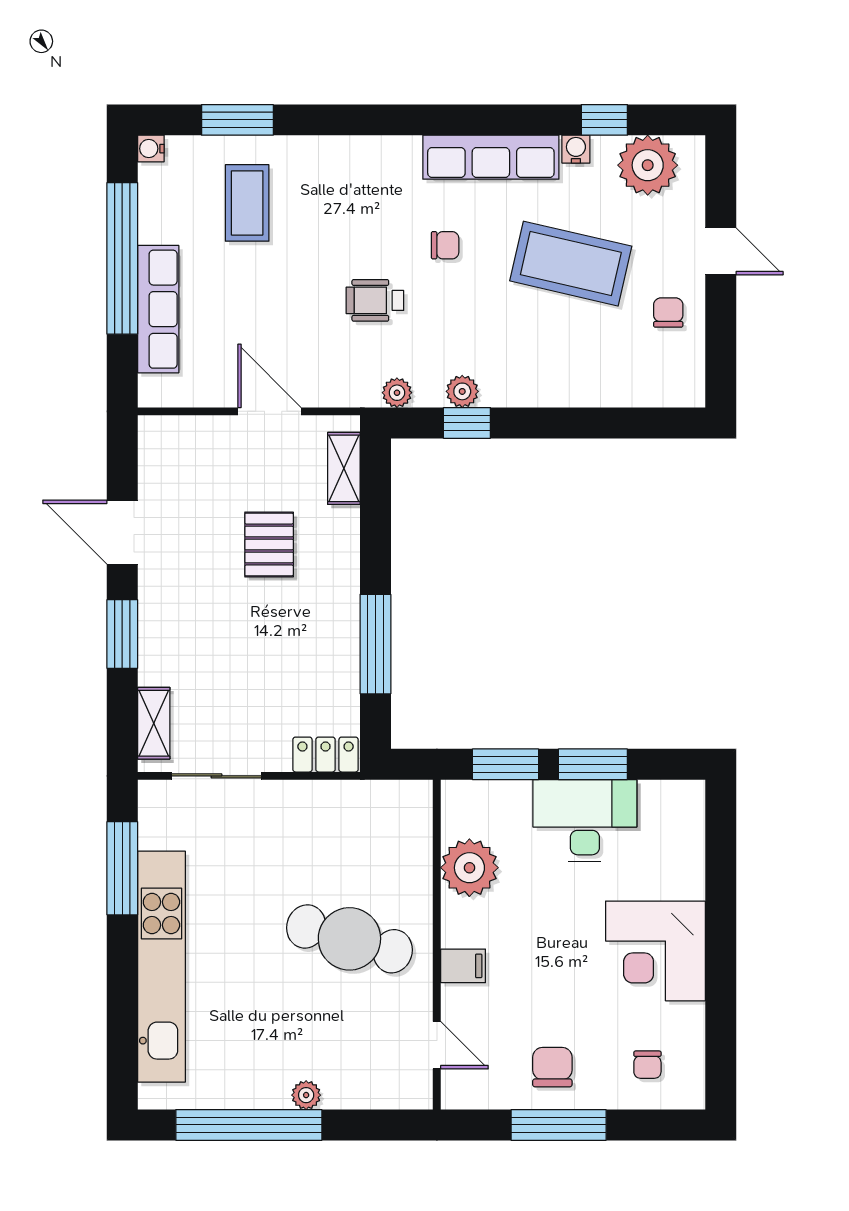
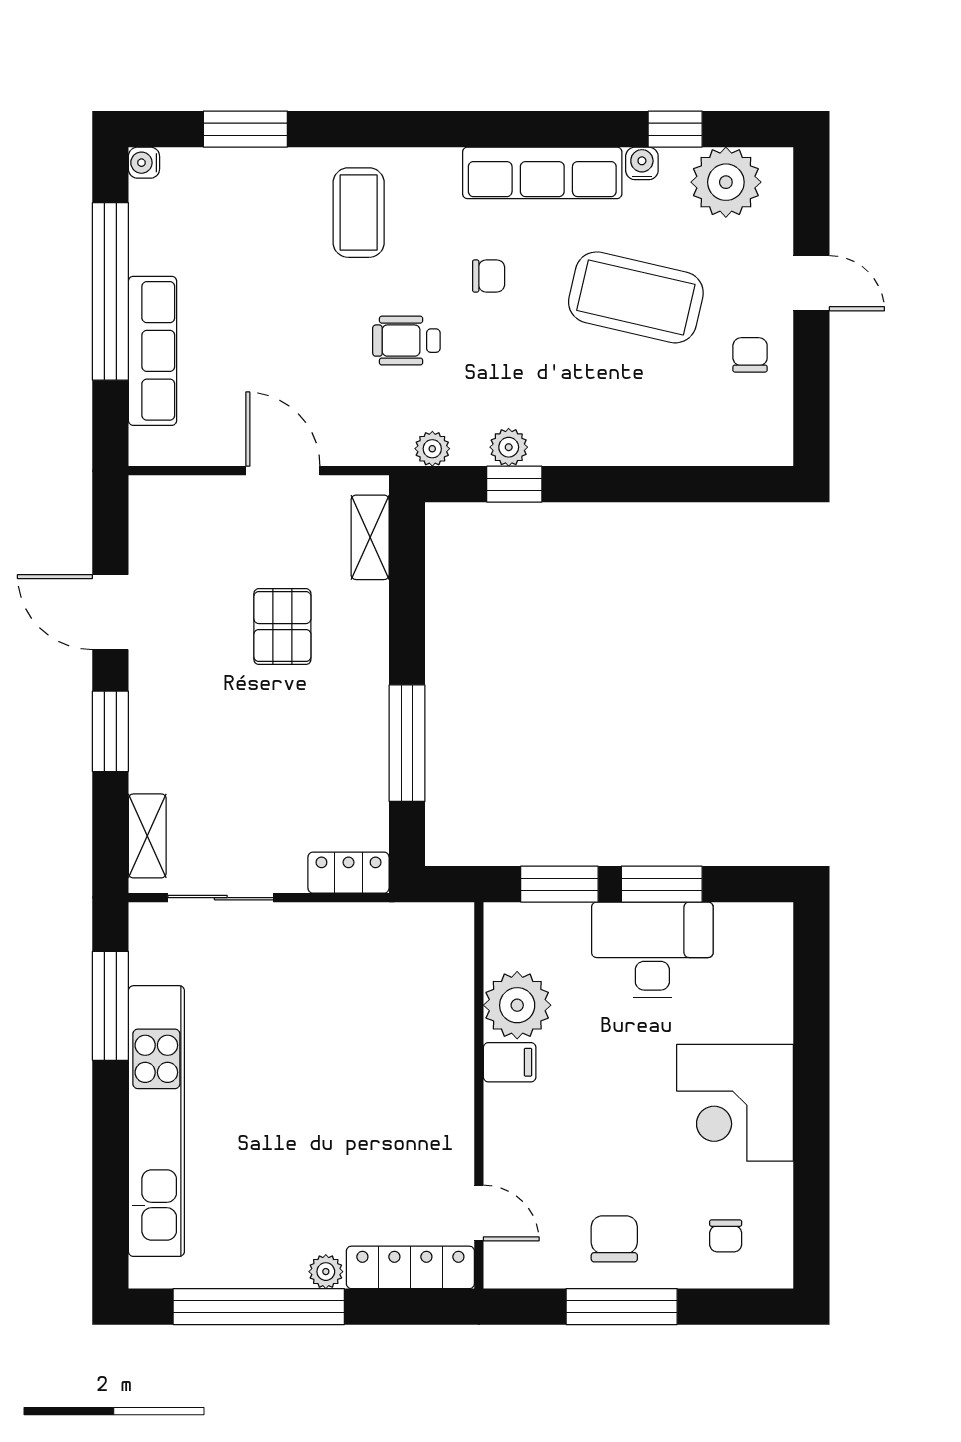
coffee table: (247, 203) -> (359, 213), moved
cafe table: (349, 939) -> (377, 1089), removed
filing cabinet: (463, 966) -> (510, 1062), moved
locker: (378, 1092) -> (410, 1267), added

